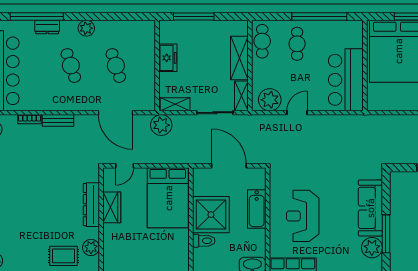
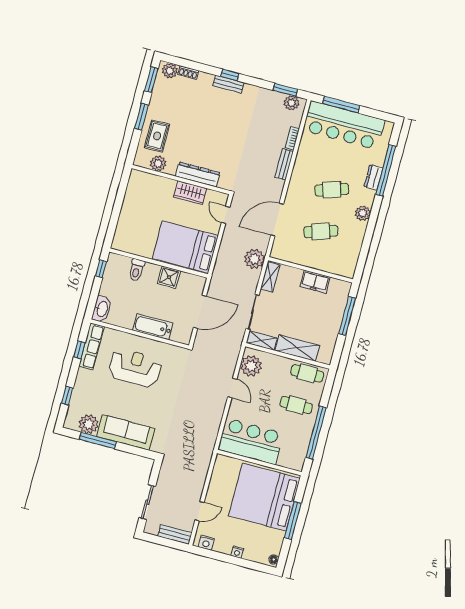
shower: (211, 215) -> (169, 277), width x0.54, depth x0.54

